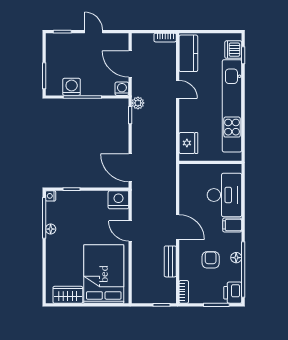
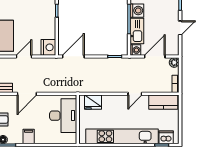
kitchen sink: (98, 87) -> (137, 31), added
plant: (138, 103) -> (174, 63), moved
desk: (224, 195) -> (63, 116), moved, turned -90

